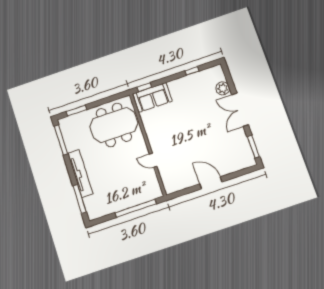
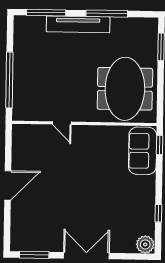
plant: (223, 88) -> (145, 244), moved
window: (61, 140) -> (107, 14), moved
door: (153, 160) -> (62, 123), swing flipped

